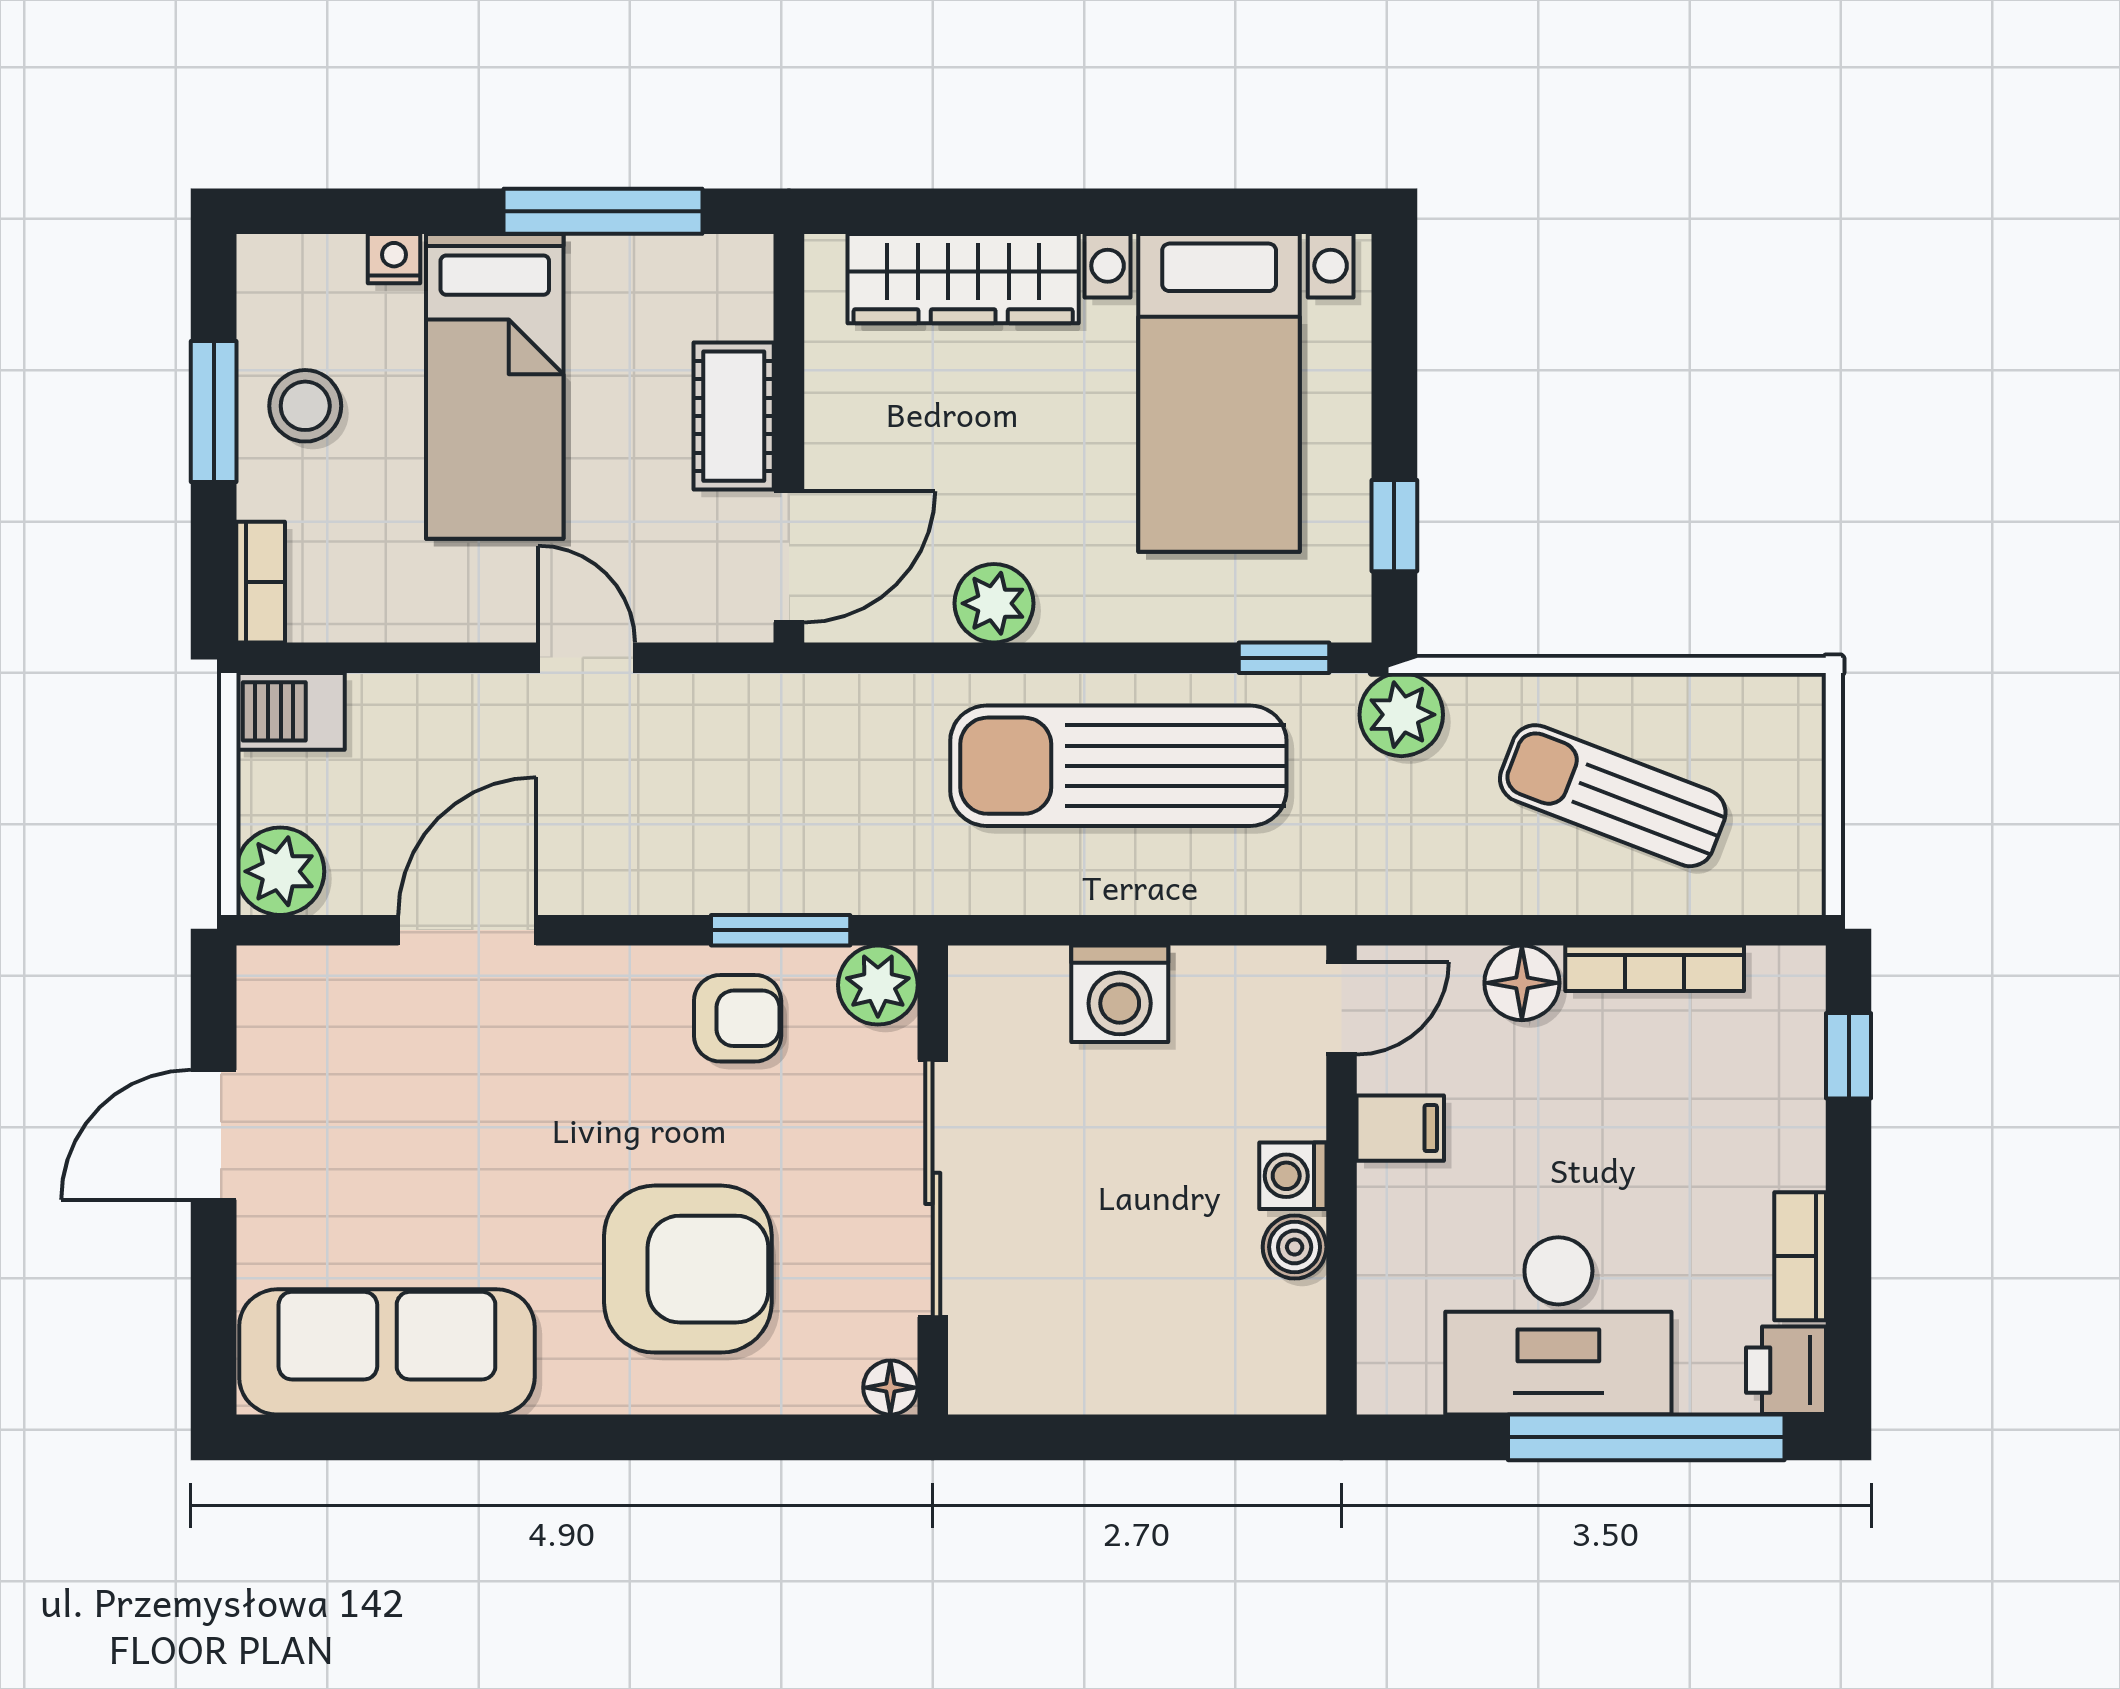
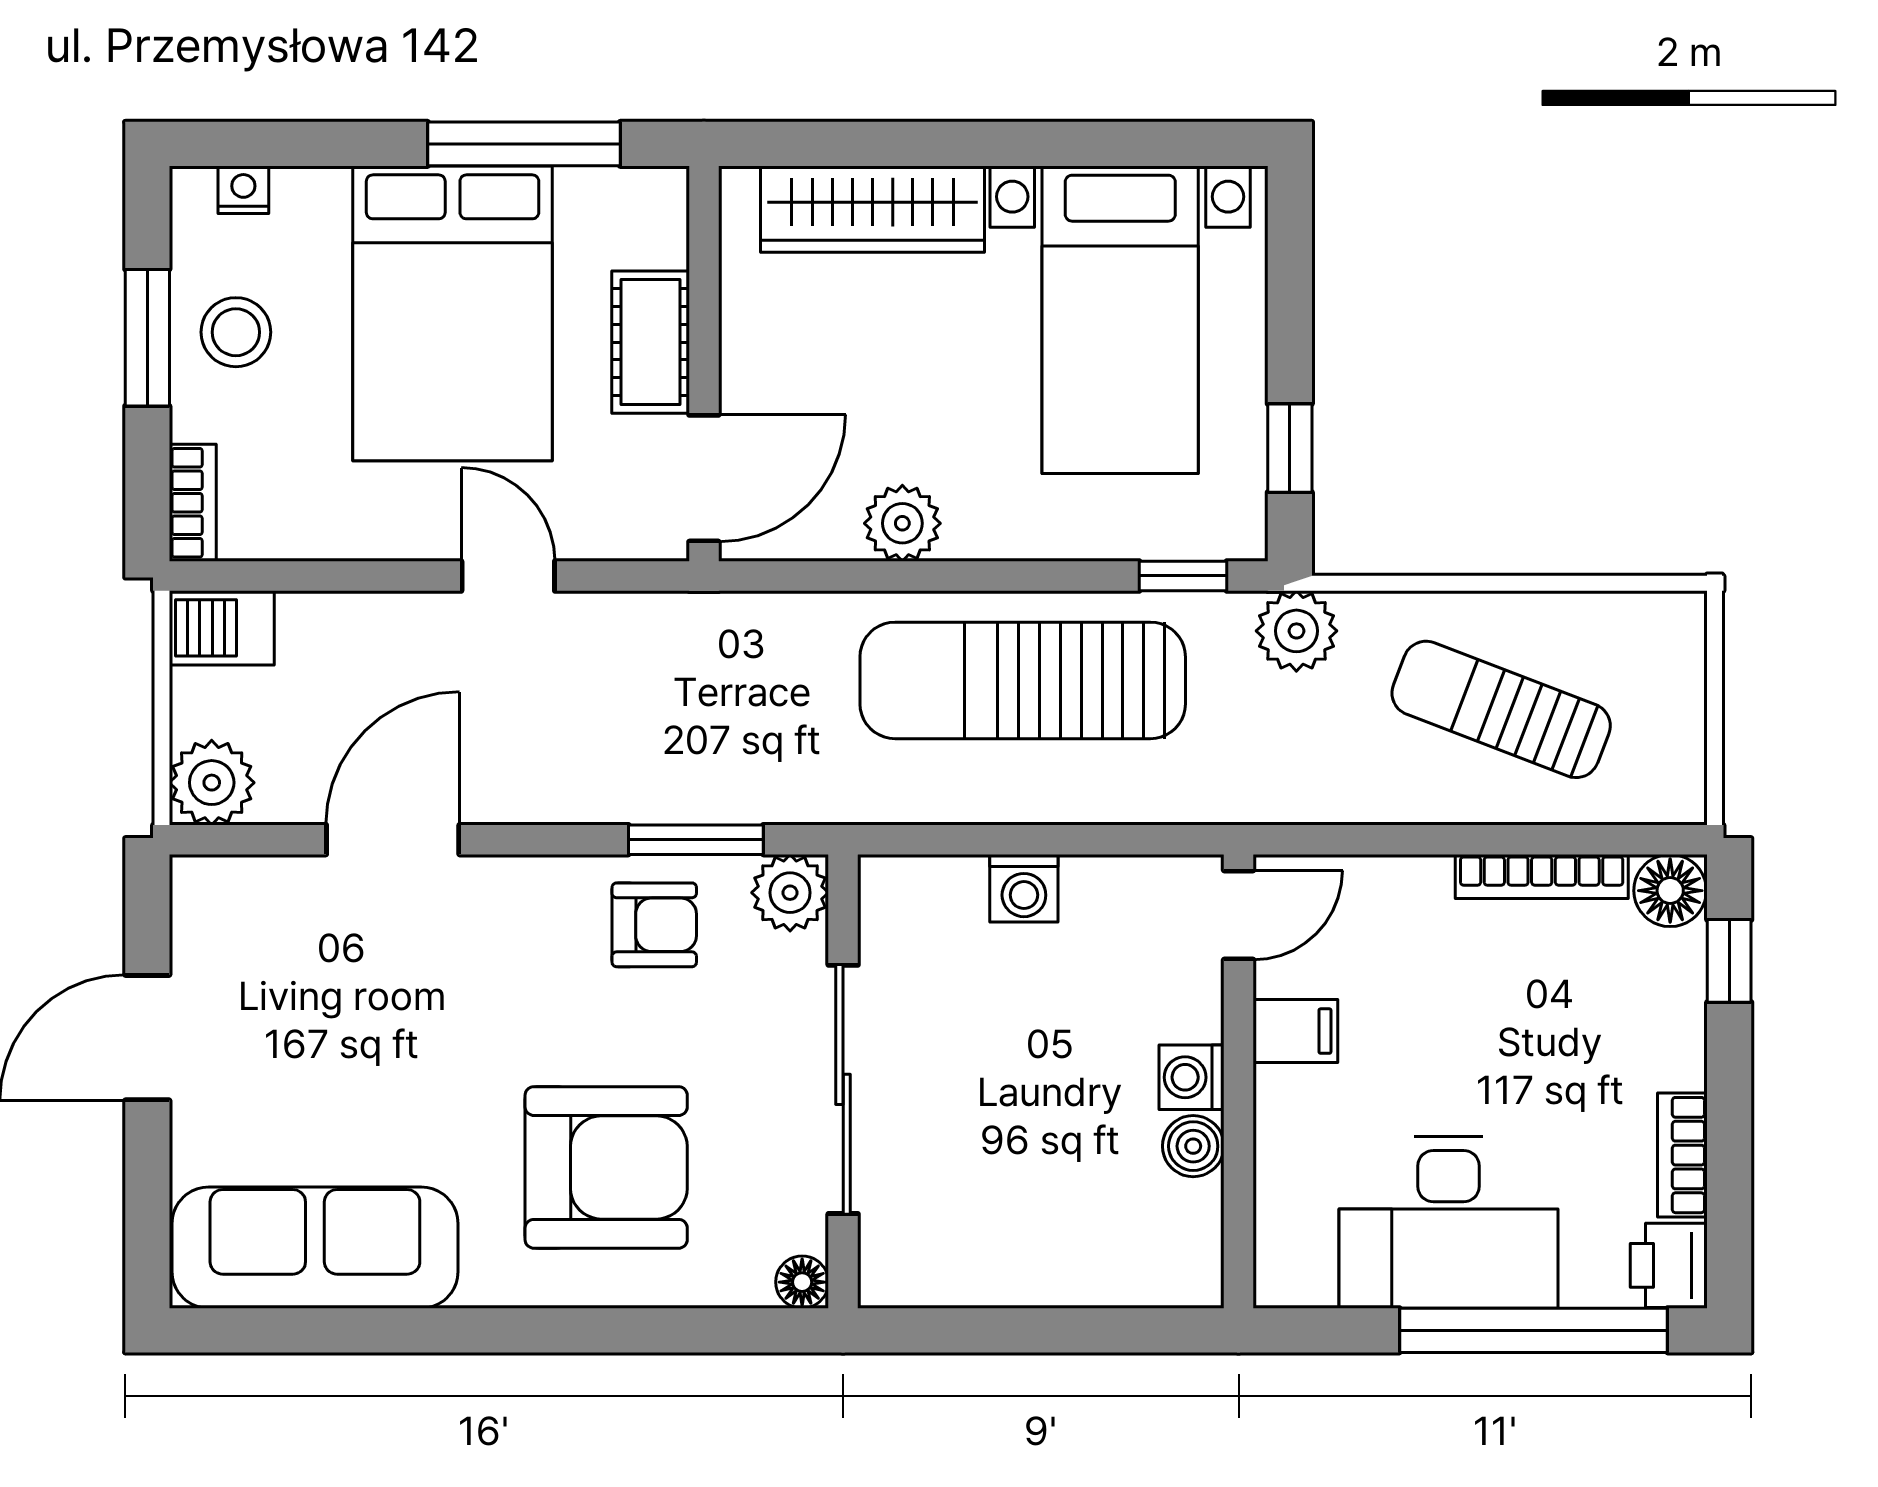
nightstand: (394, 259) -> (243, 190), moved
bed: (495, 386) -> (453, 313), width x1.50
floor lamp: (1522, 983) -> (1670, 891), moved
washing machine: (1120, 994) -> (1024, 888), width x0.73, depth x0.73

